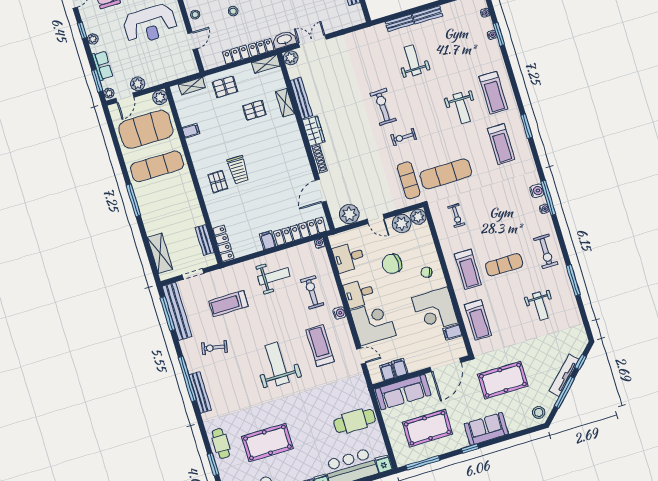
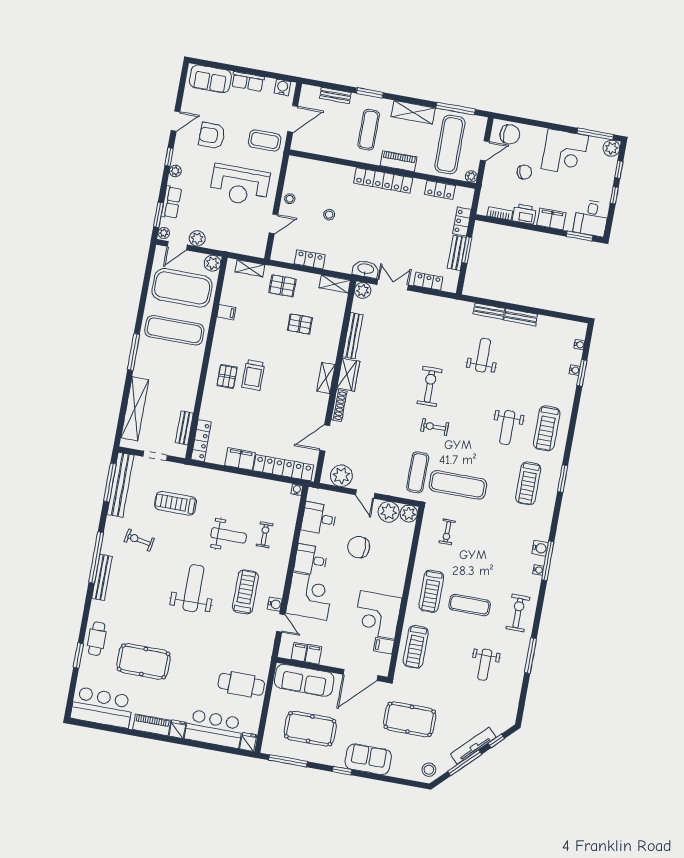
locker: (261, 47) -> (428, 281), moved
shelving: (285, 103) -> (326, 378), moved
filing cabinet: (268, 240) -> (240, 459), width x2.00
exercise bike: (546, 251) -> (518, 613), turned 180
shelving: (160, 253) -> (135, 409), width x1.47
chair: (427, 272) -> (389, 573), removed
weight bench: (274, 276) -> (229, 535), moved
exercise bike: (312, 292) -> (265, 535), width x0.73, depth x0.72
water cooler: (339, 313) -> (275, 604), moved

